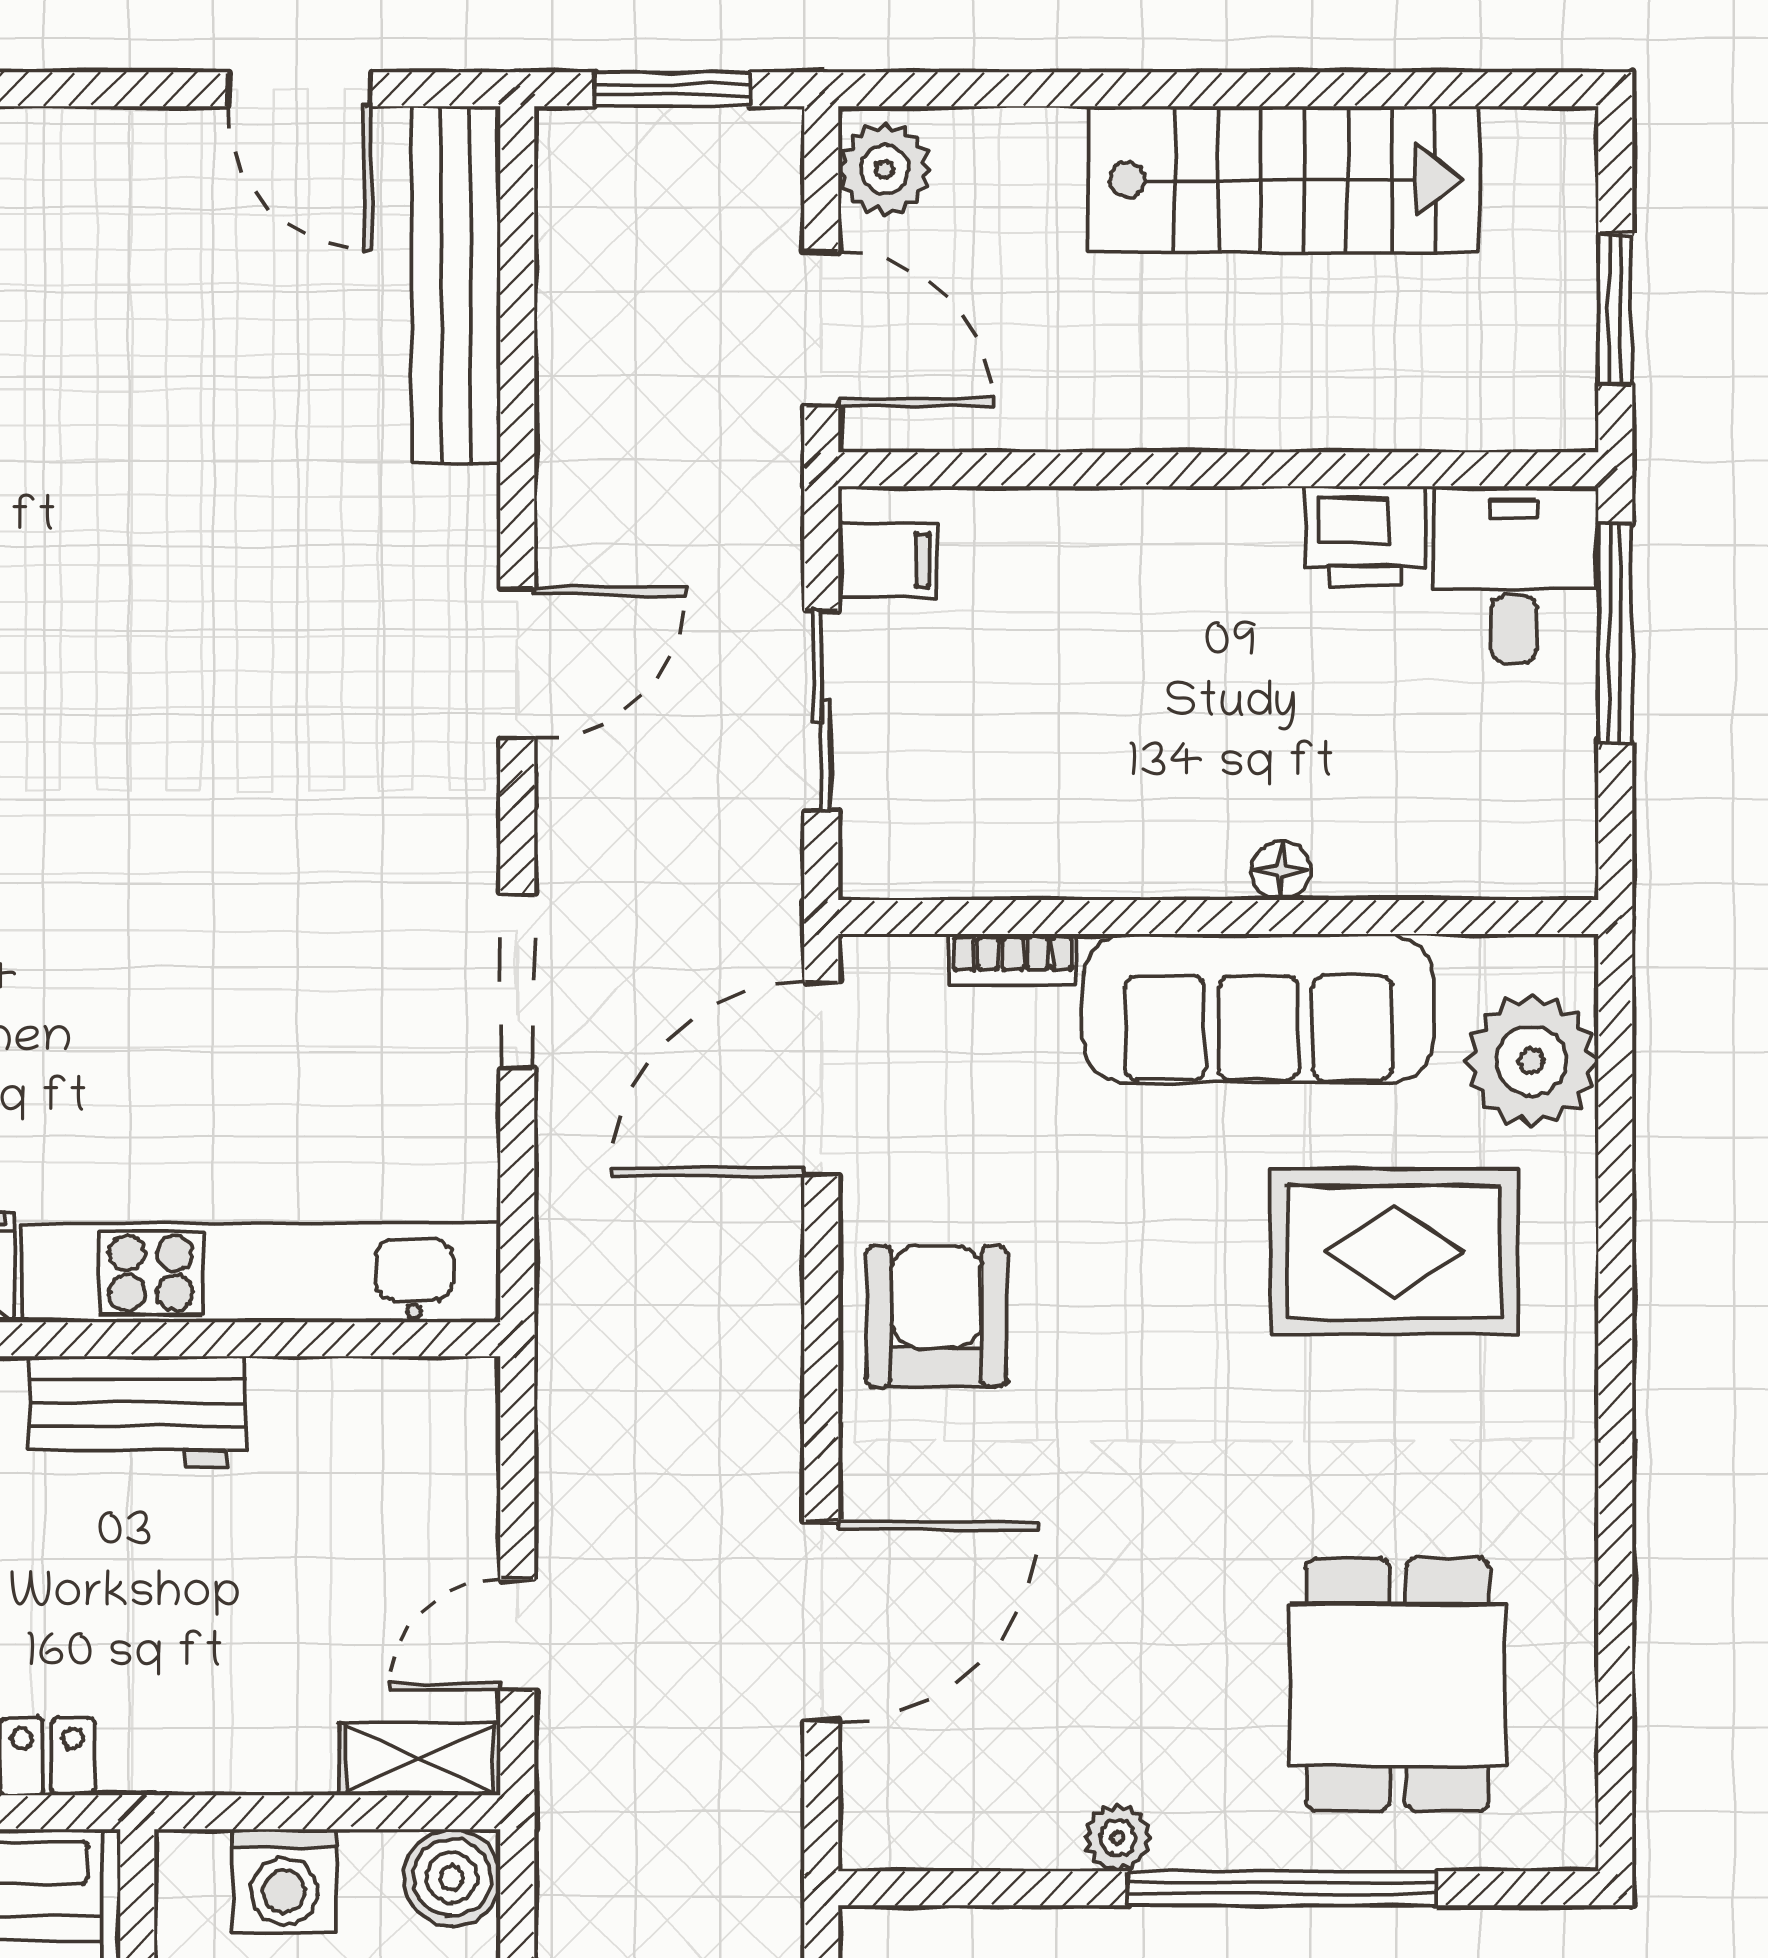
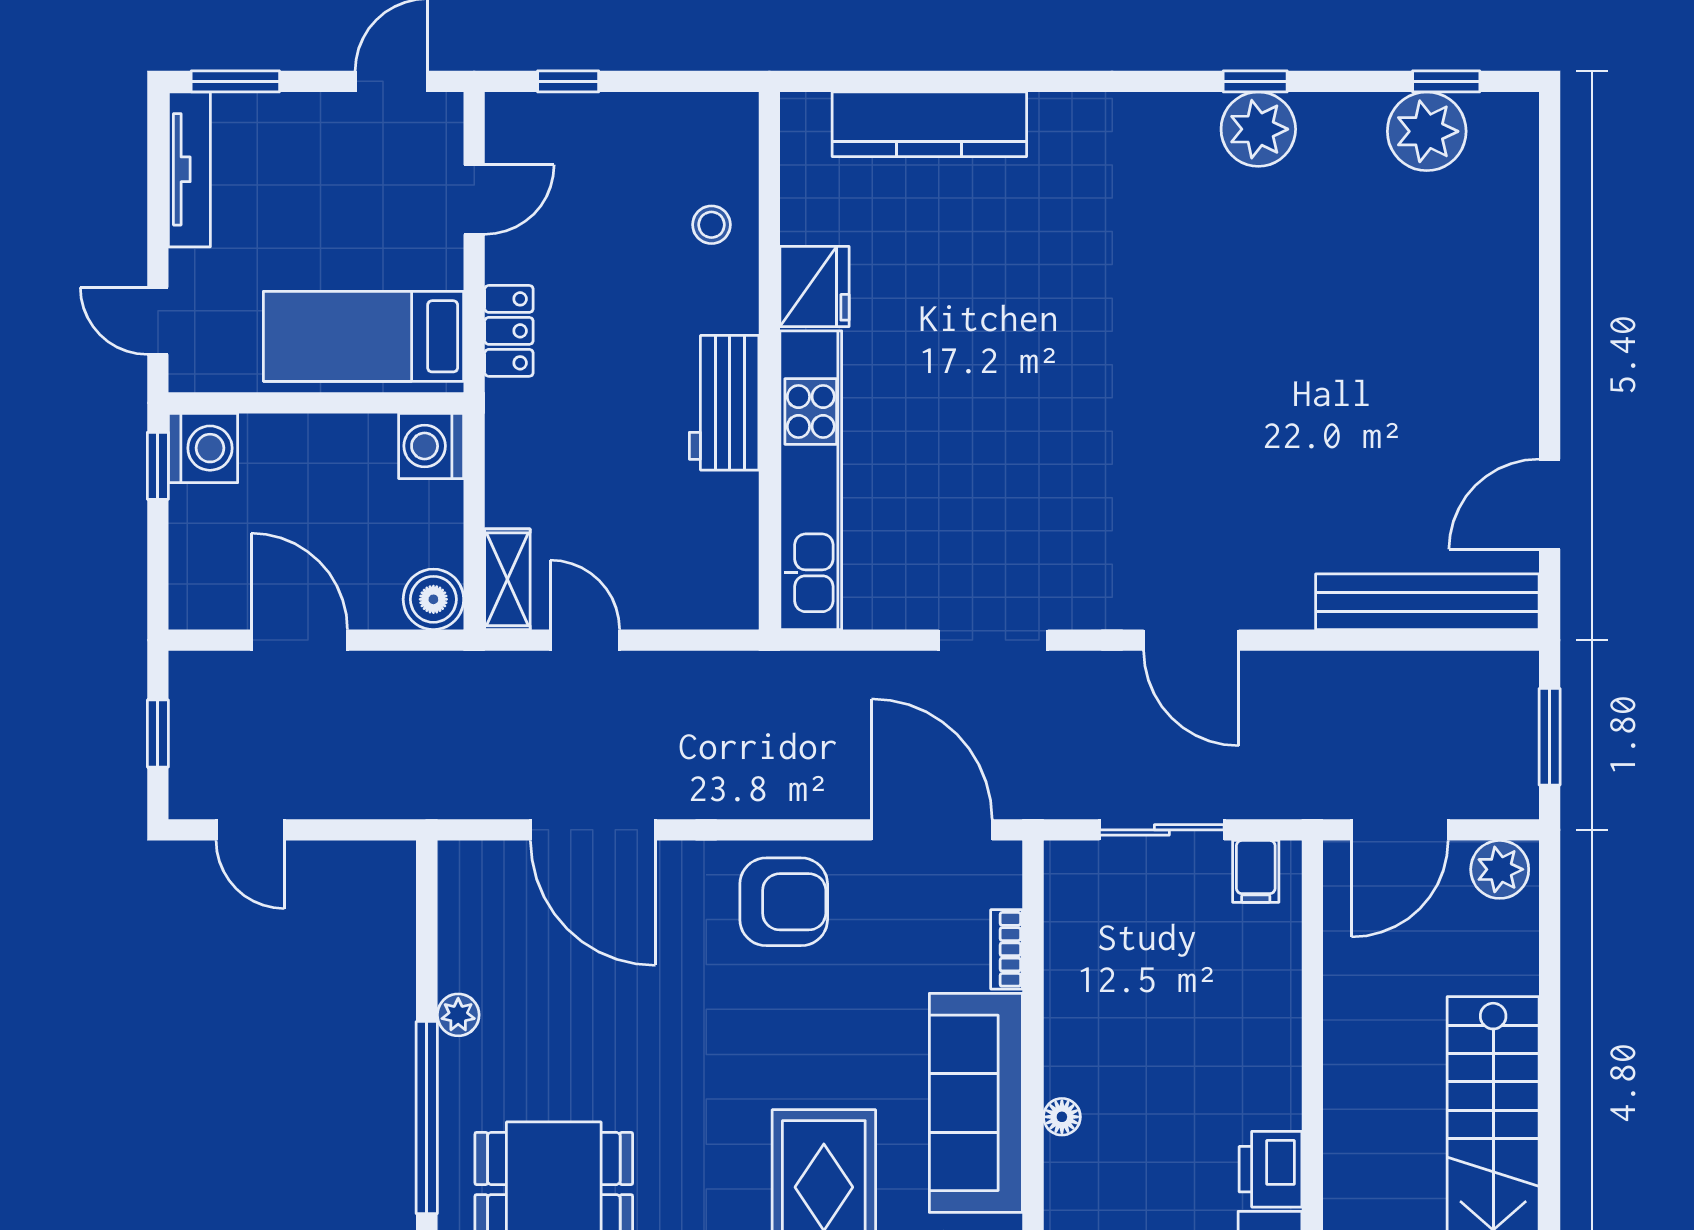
washing machine: (284, 1881) -> (431, 446), moved

